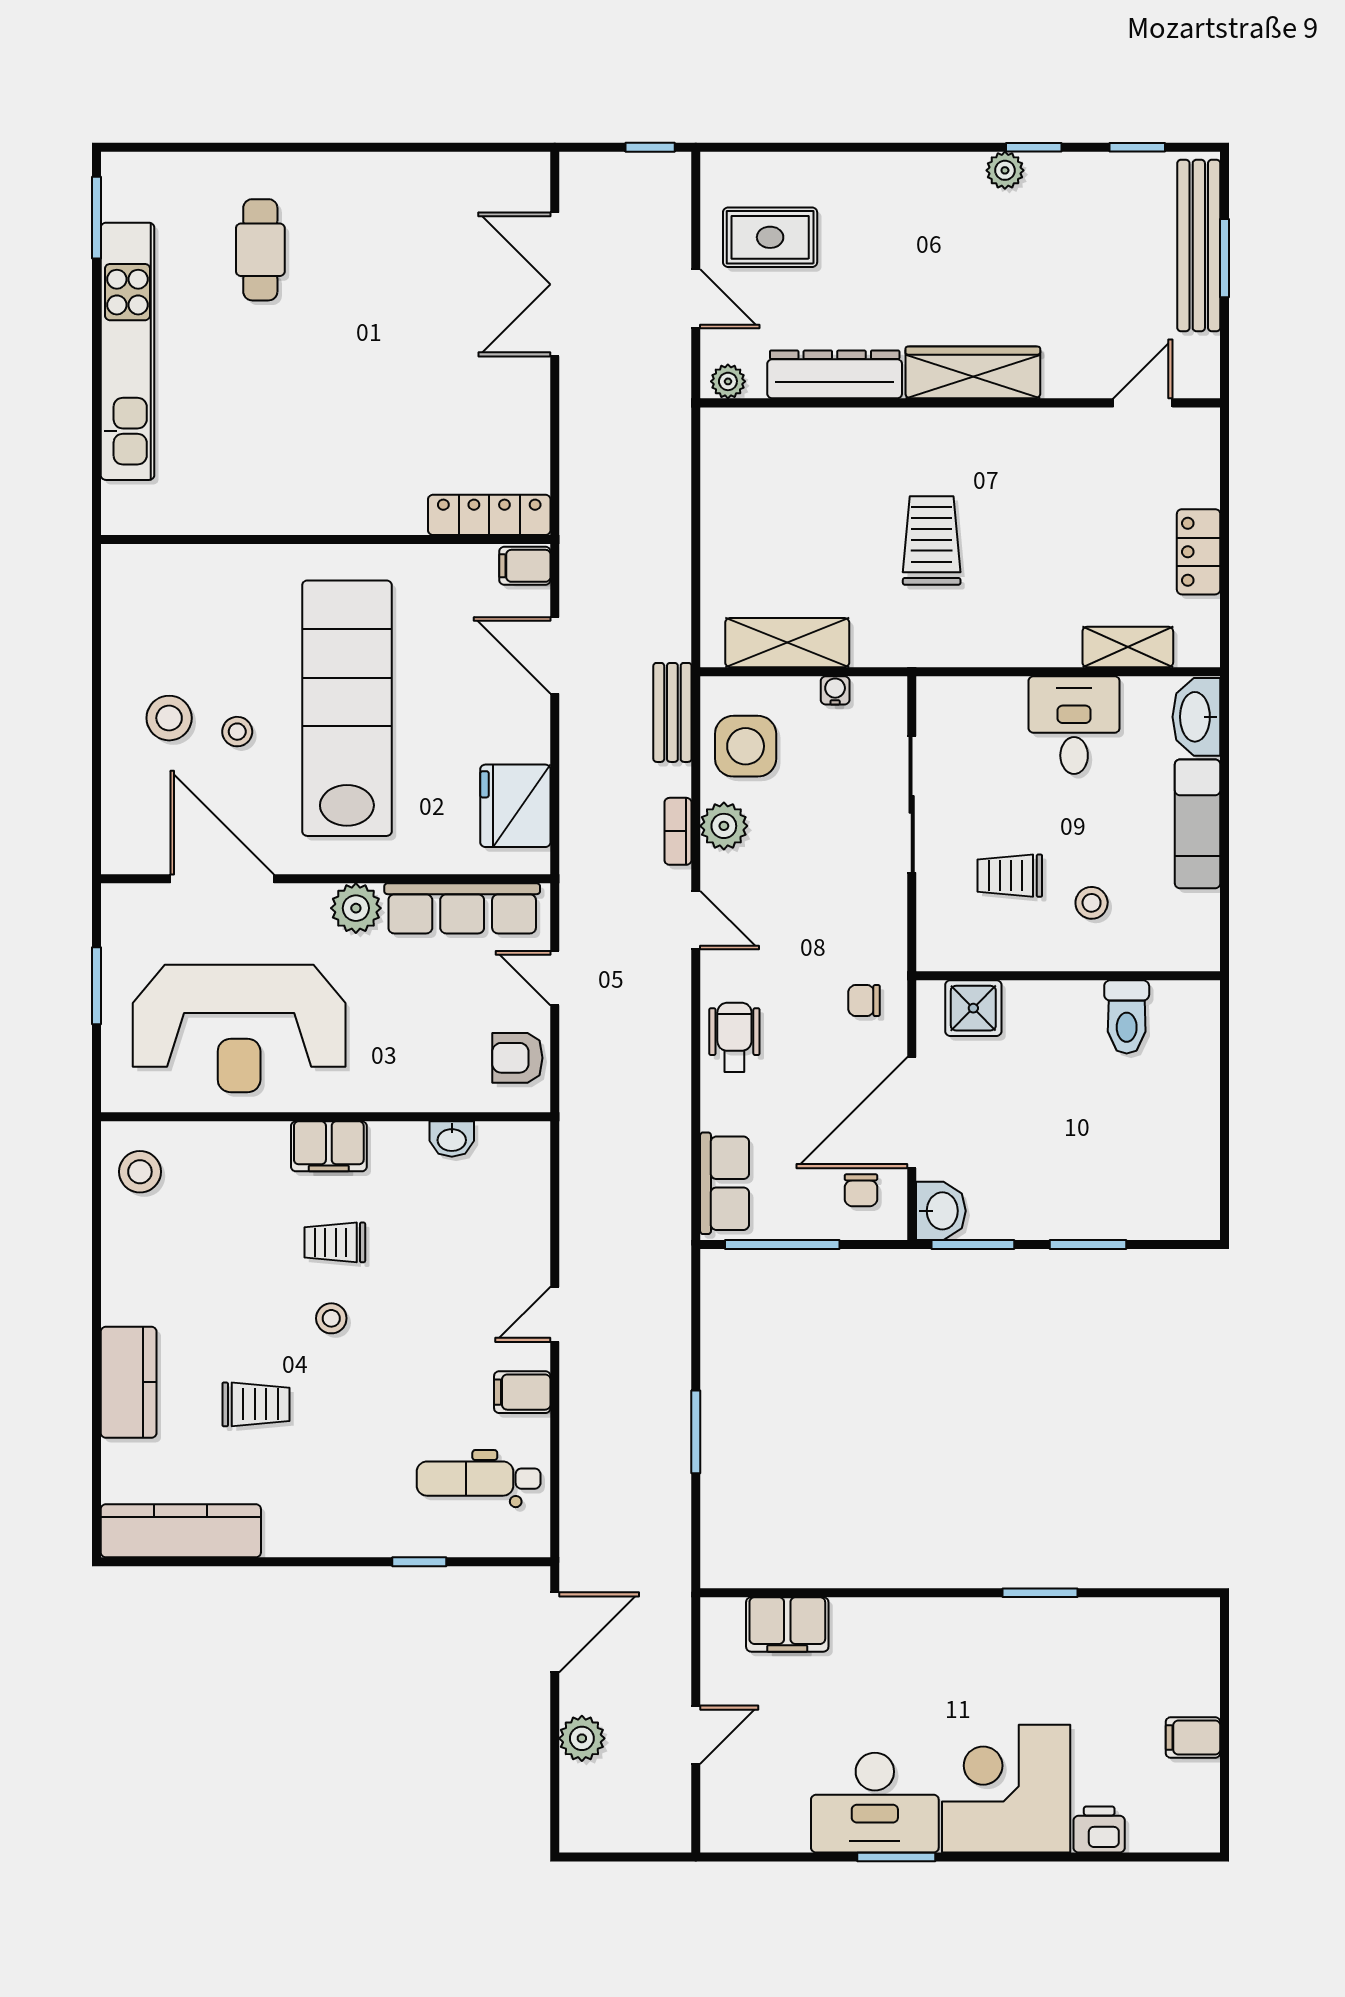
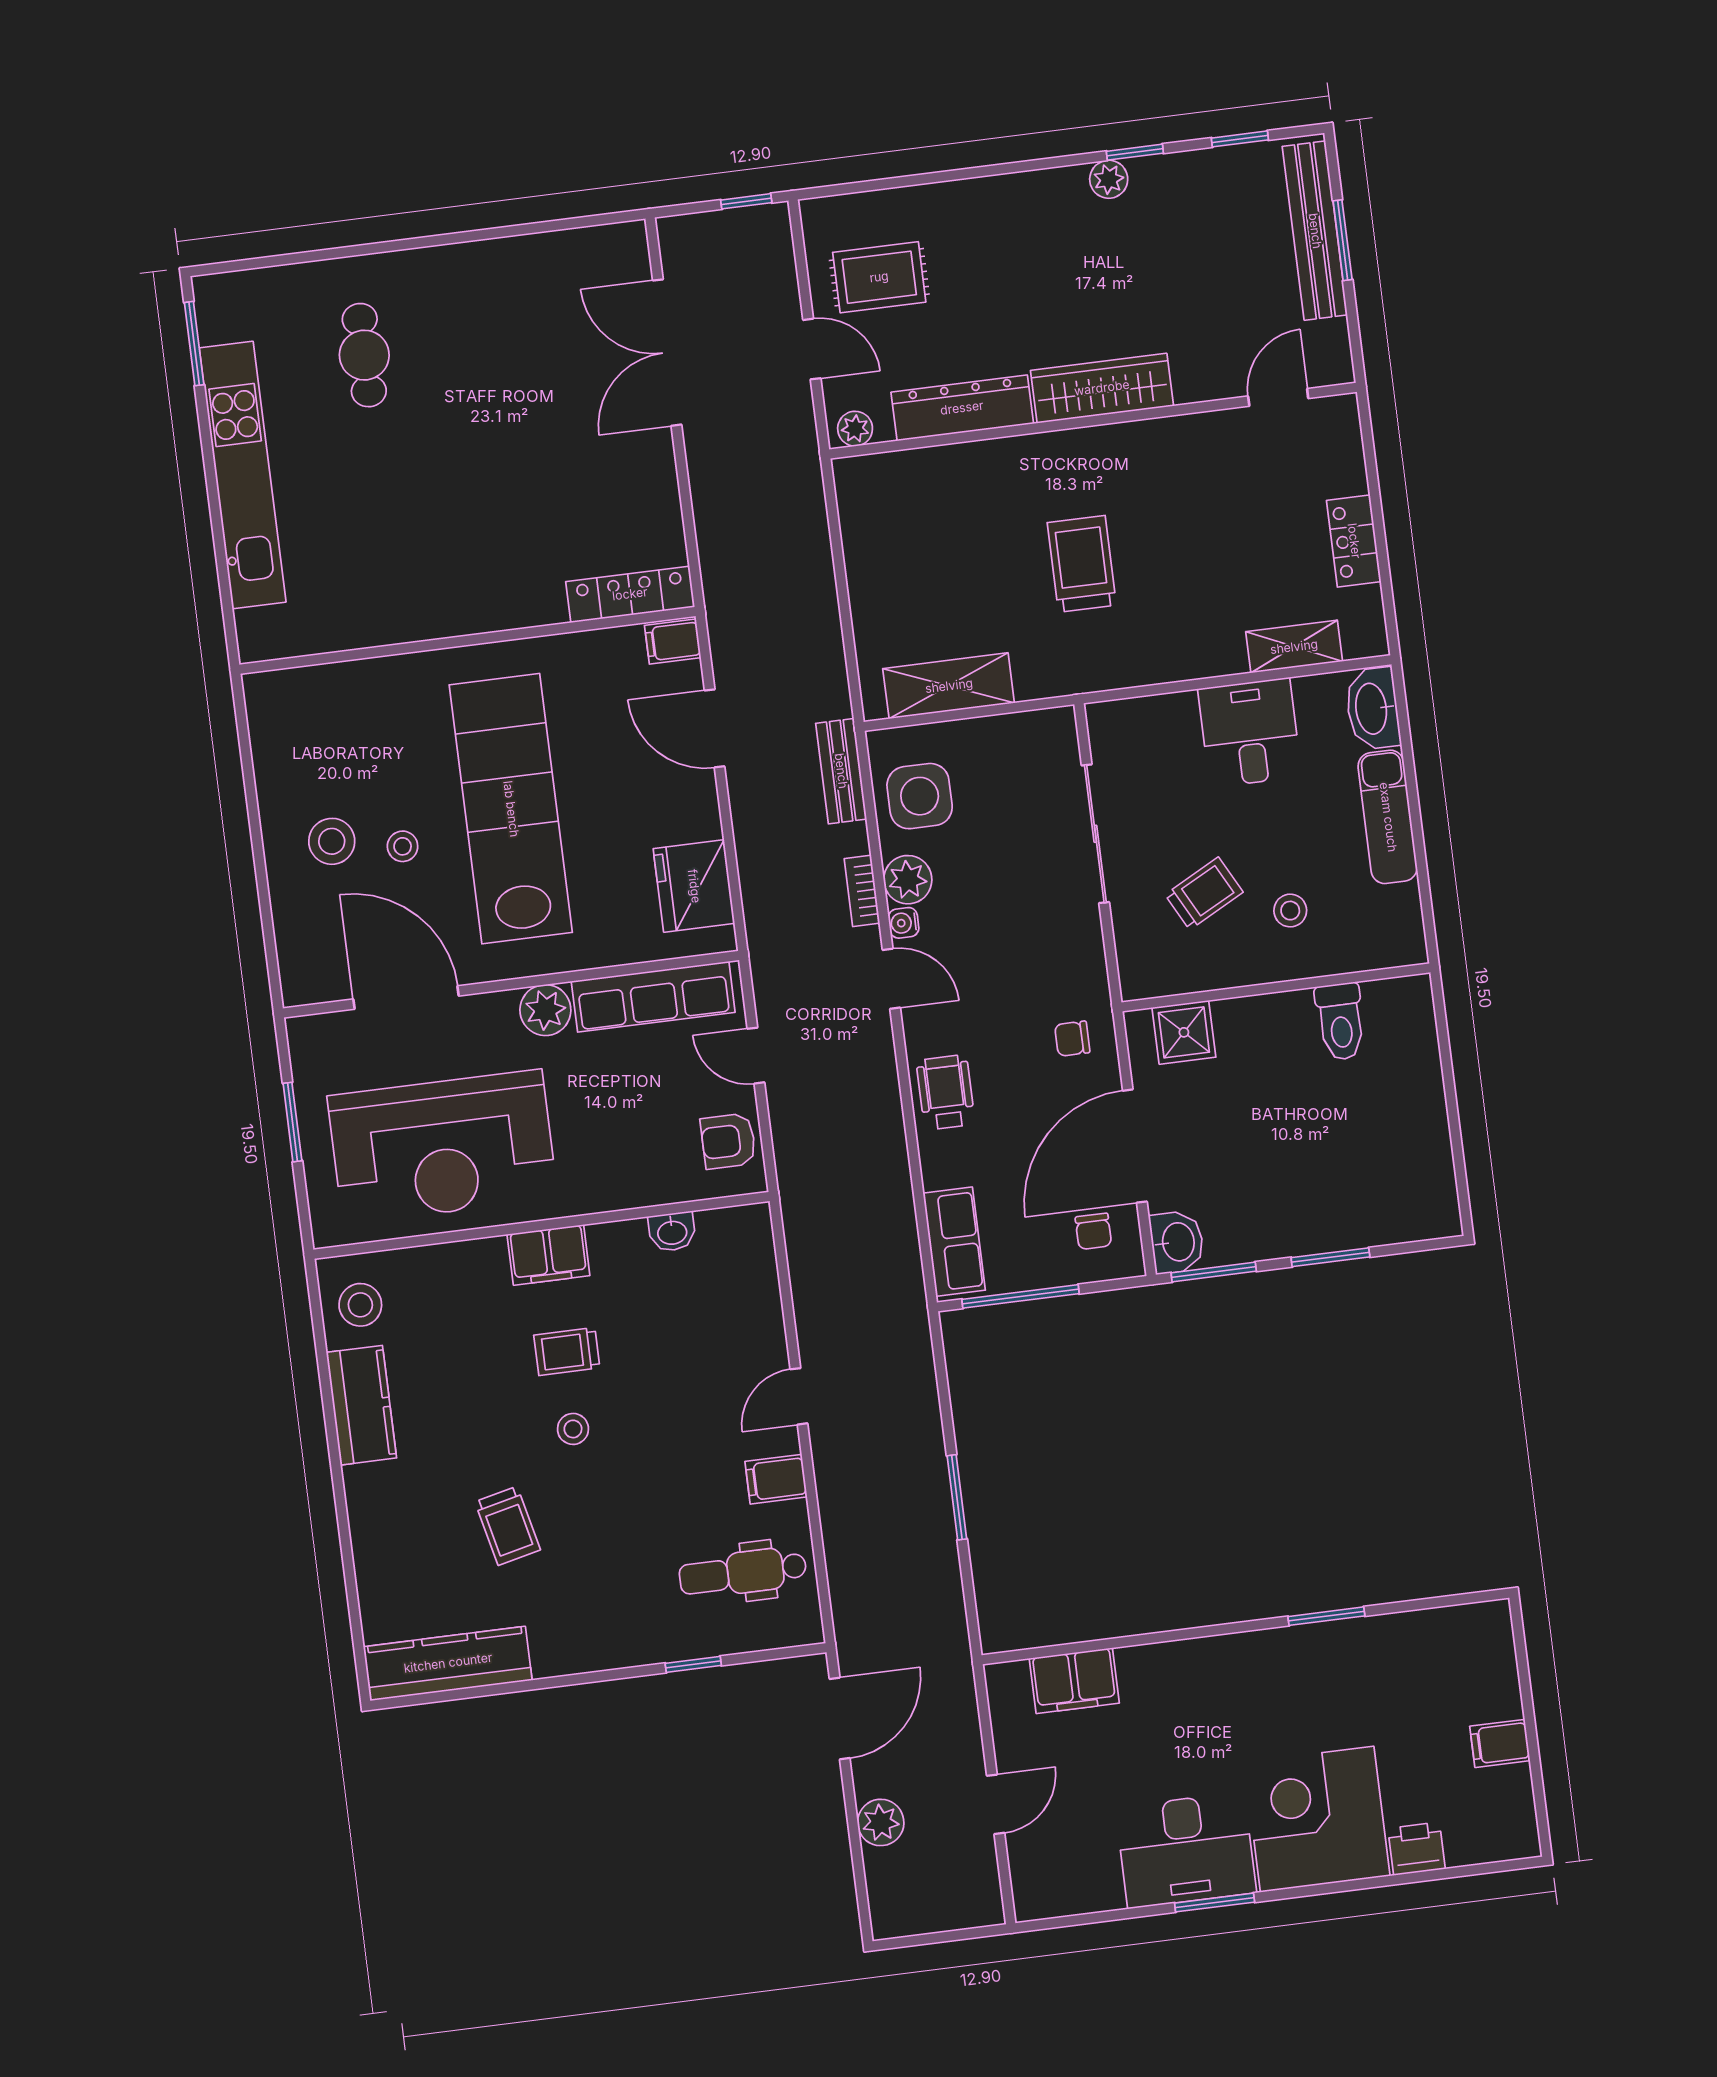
water cooler: (835, 690) -> (904, 923), moved, turned -90
trolley: (1010, 876) -> (1204, 893), turned 152
kitchen counter: (129, 1382) -> (361, 1405), moved
trolley: (256, 1404) -> (508, 1526), turned 77

